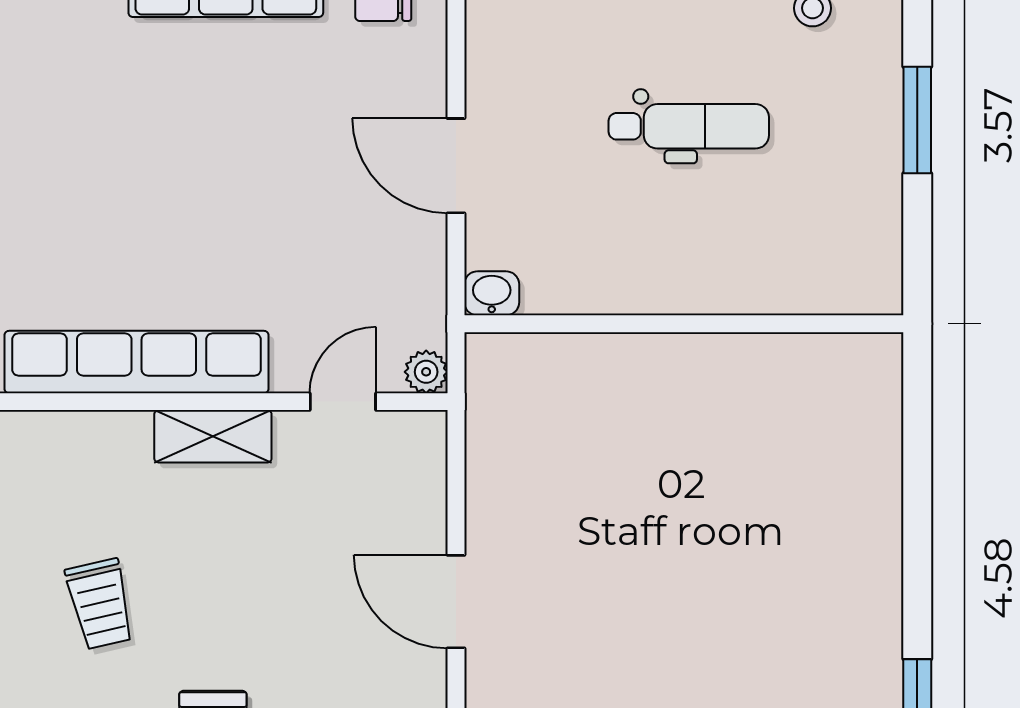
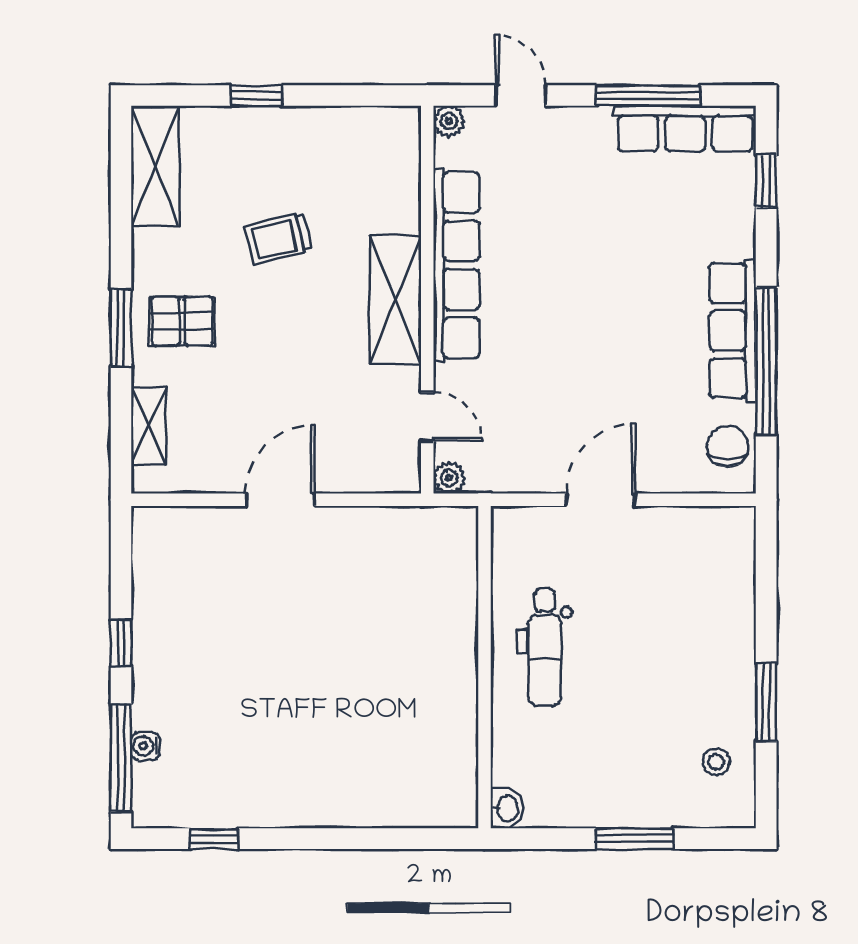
dental chair: (689, 126) -> (545, 647), moved
washbasin: (492, 293) -> (507, 808), moved
shelving: (213, 436) -> (395, 300), width x1.50, depth x1.33

